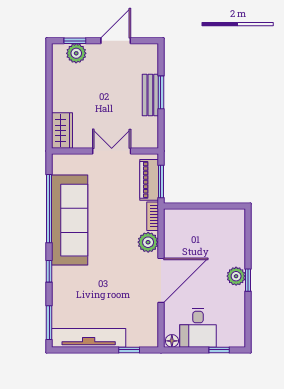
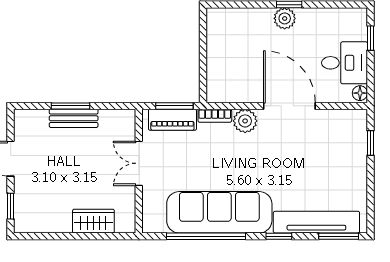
plant: (76, 53) -> (25, 205), removed
wardrobe: (62, 130) -> (93, 221), moved
tv unit: (89, 338) -> (316, 222), moved, turned 90

